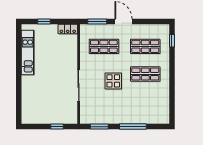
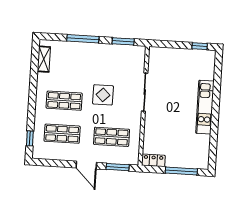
window: (44, 21) -> (181, 171), width x2.17
kitchen unit: (28, 52) -> (205, 107), moved
shelving: (164, 108) -> (44, 59), added
window: (57, 127) -> (200, 46), moved

